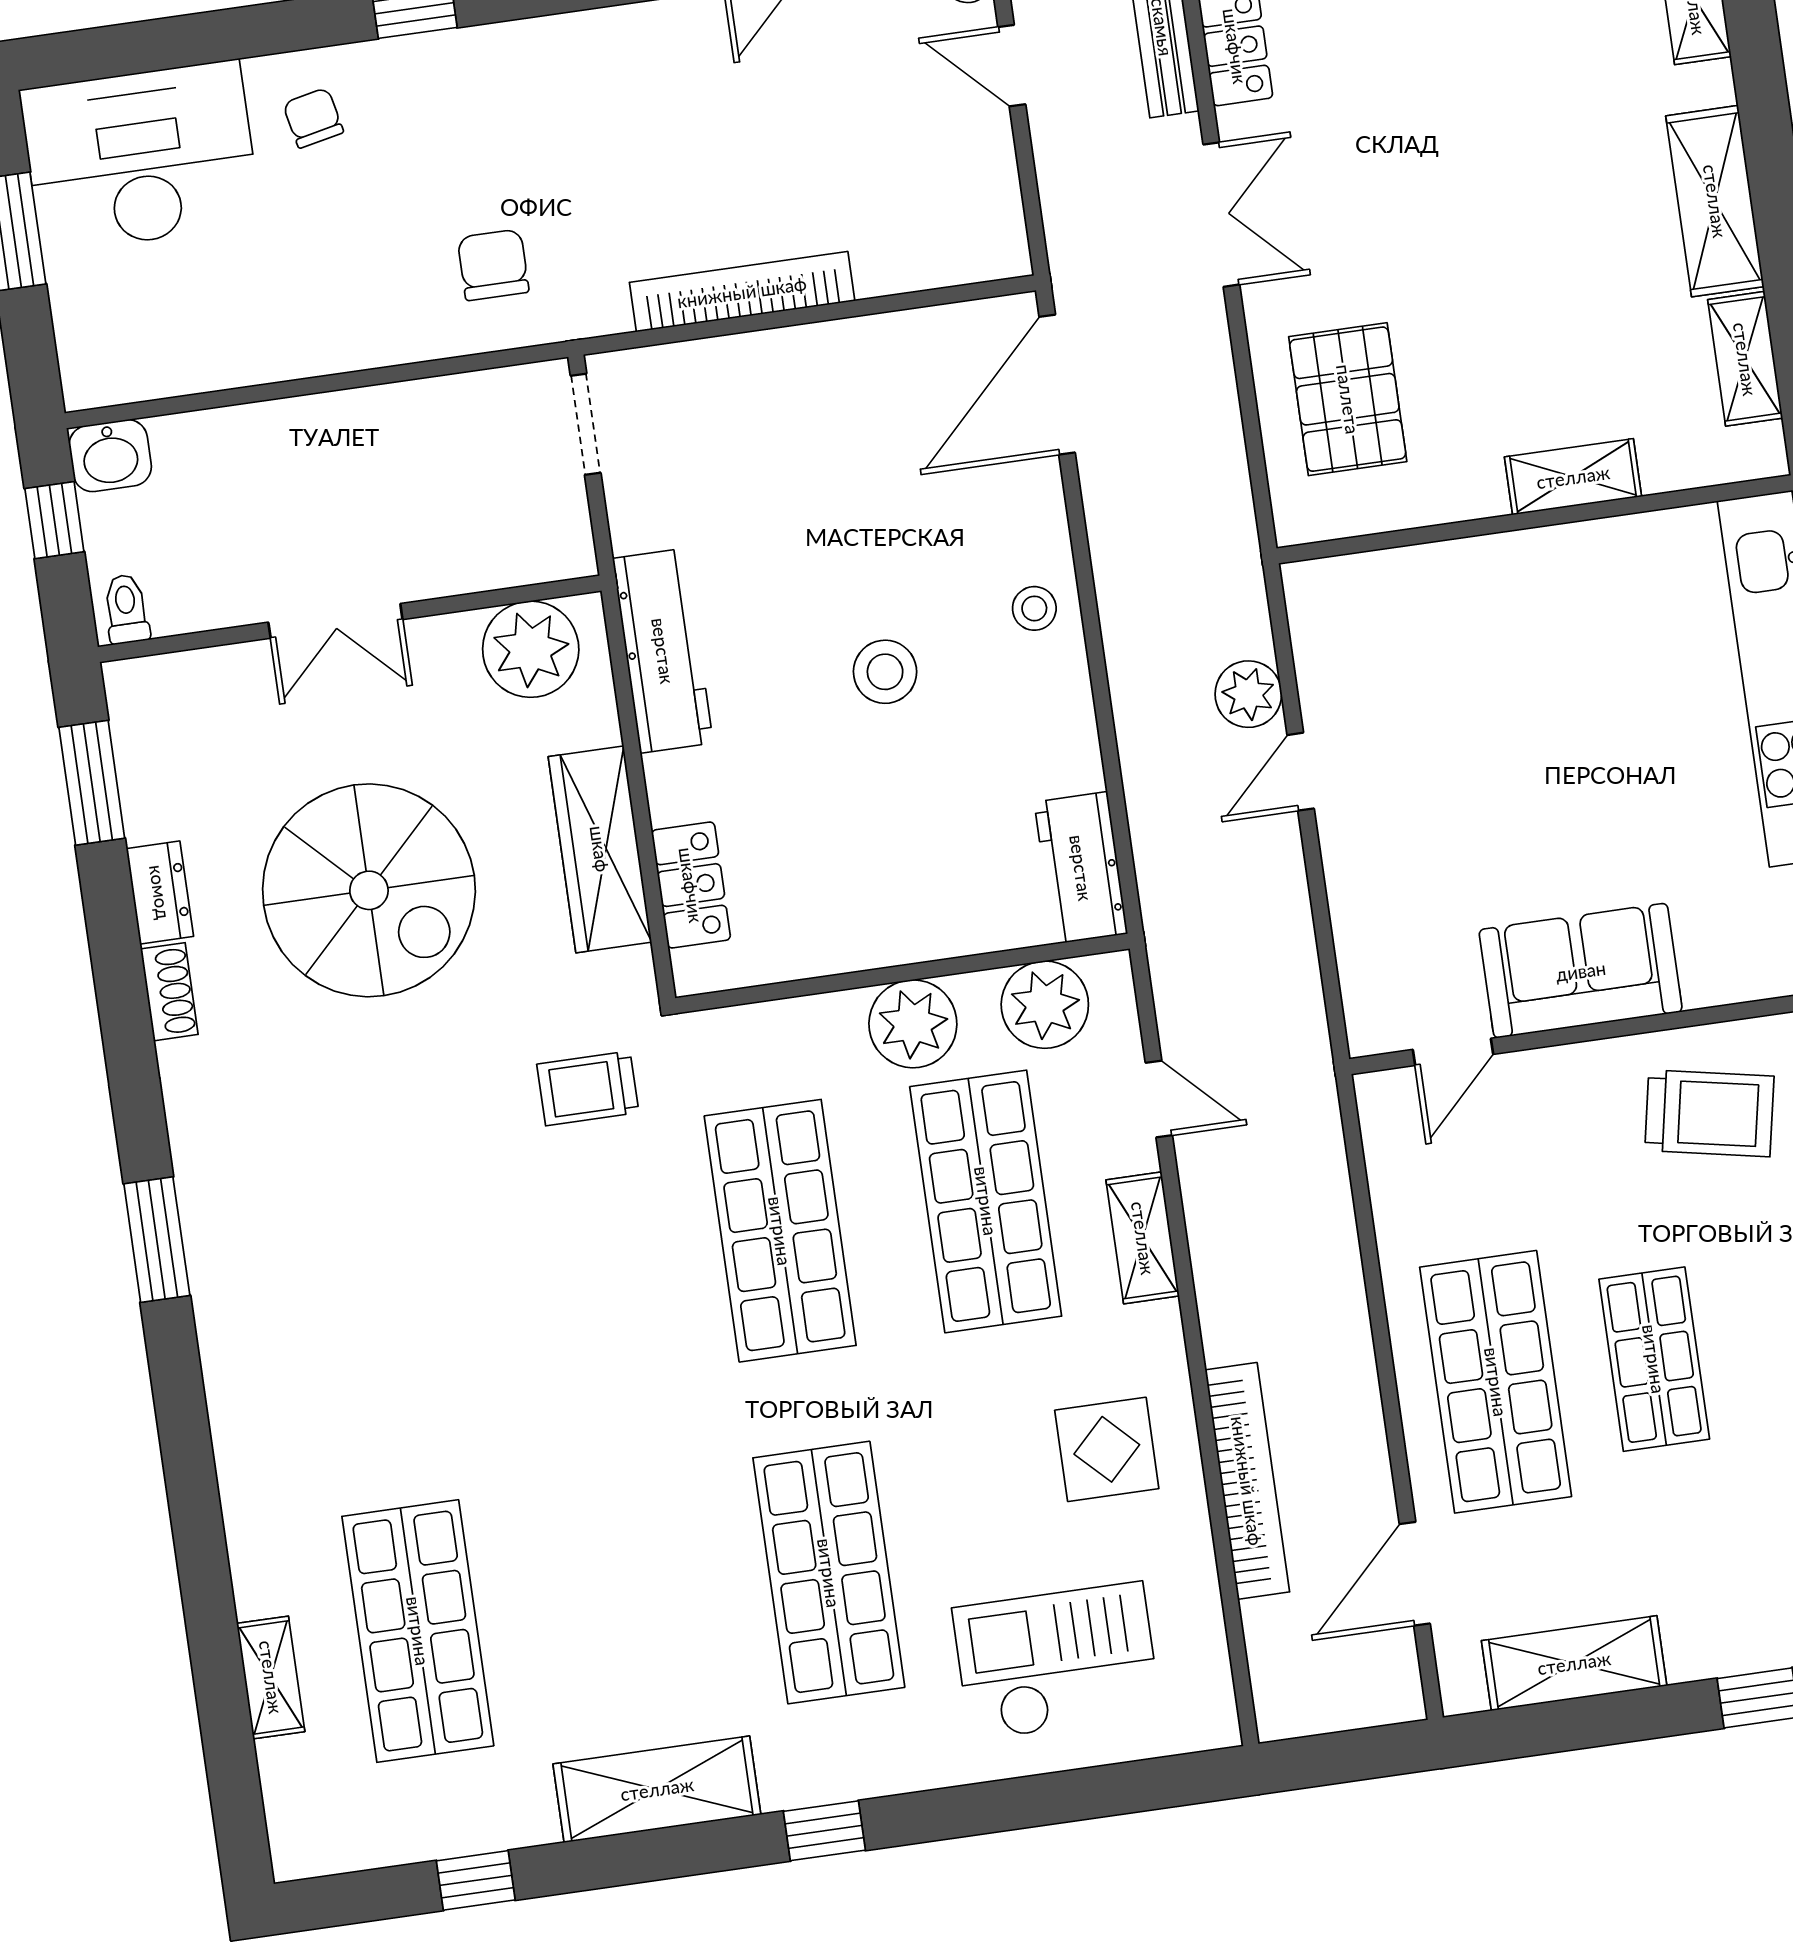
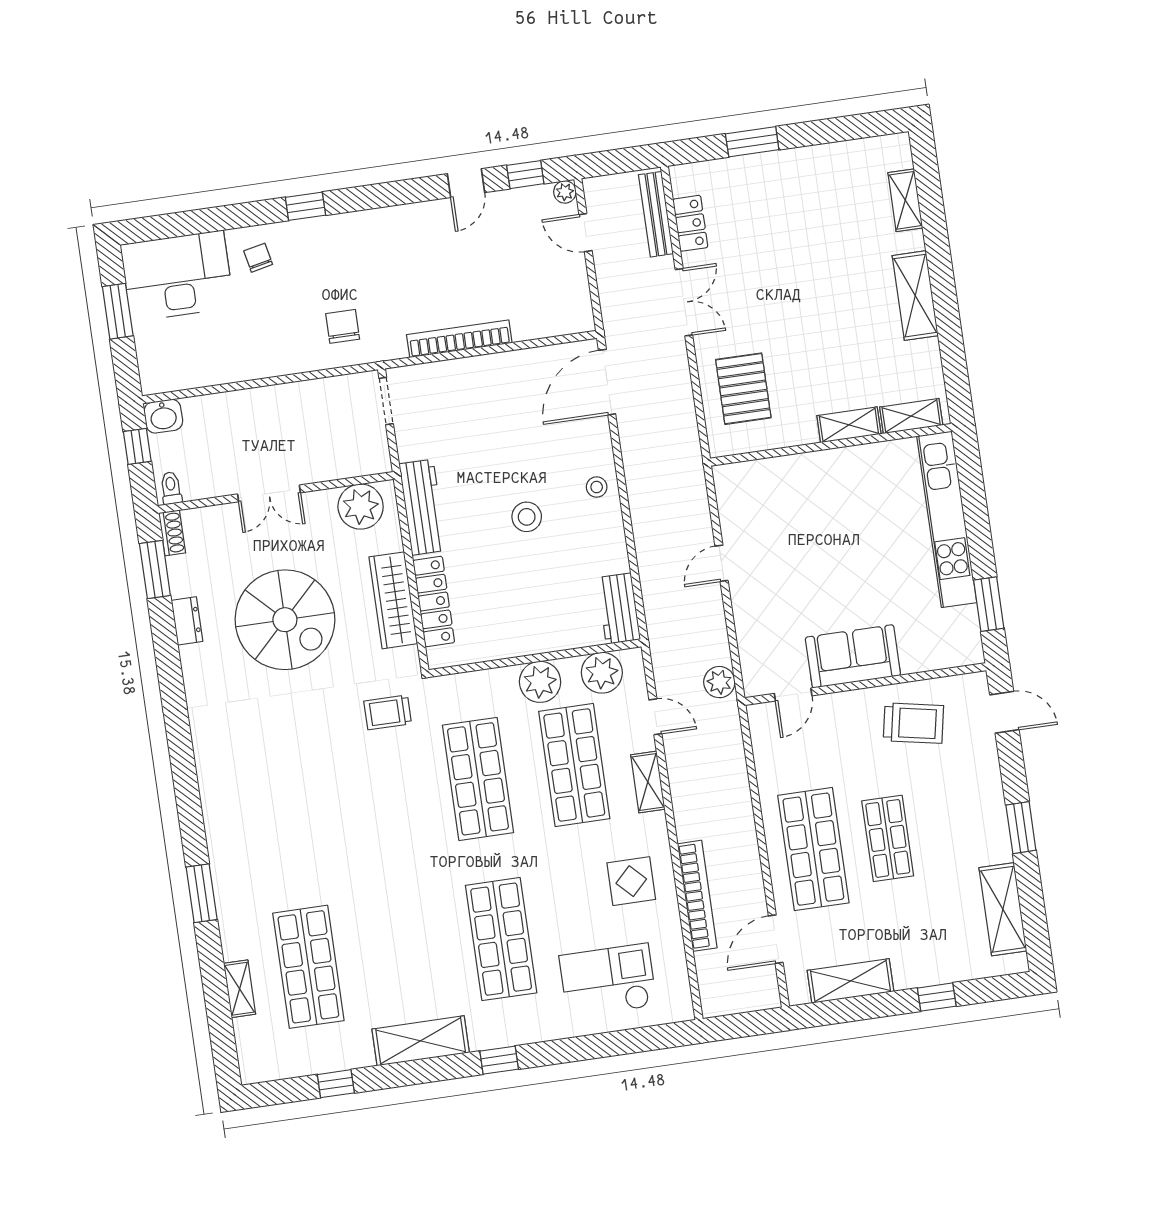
shelving: (1745, 359) -> (911, 416), moved, turned 90
plant: (1248, 694) -> (719, 682), moved
locker: (691, 885) -> (434, 602), width x1.53
shoe rack: (169, 992) -> (172, 533), moved
window: (157, 1240) -> (202, 893), moved

